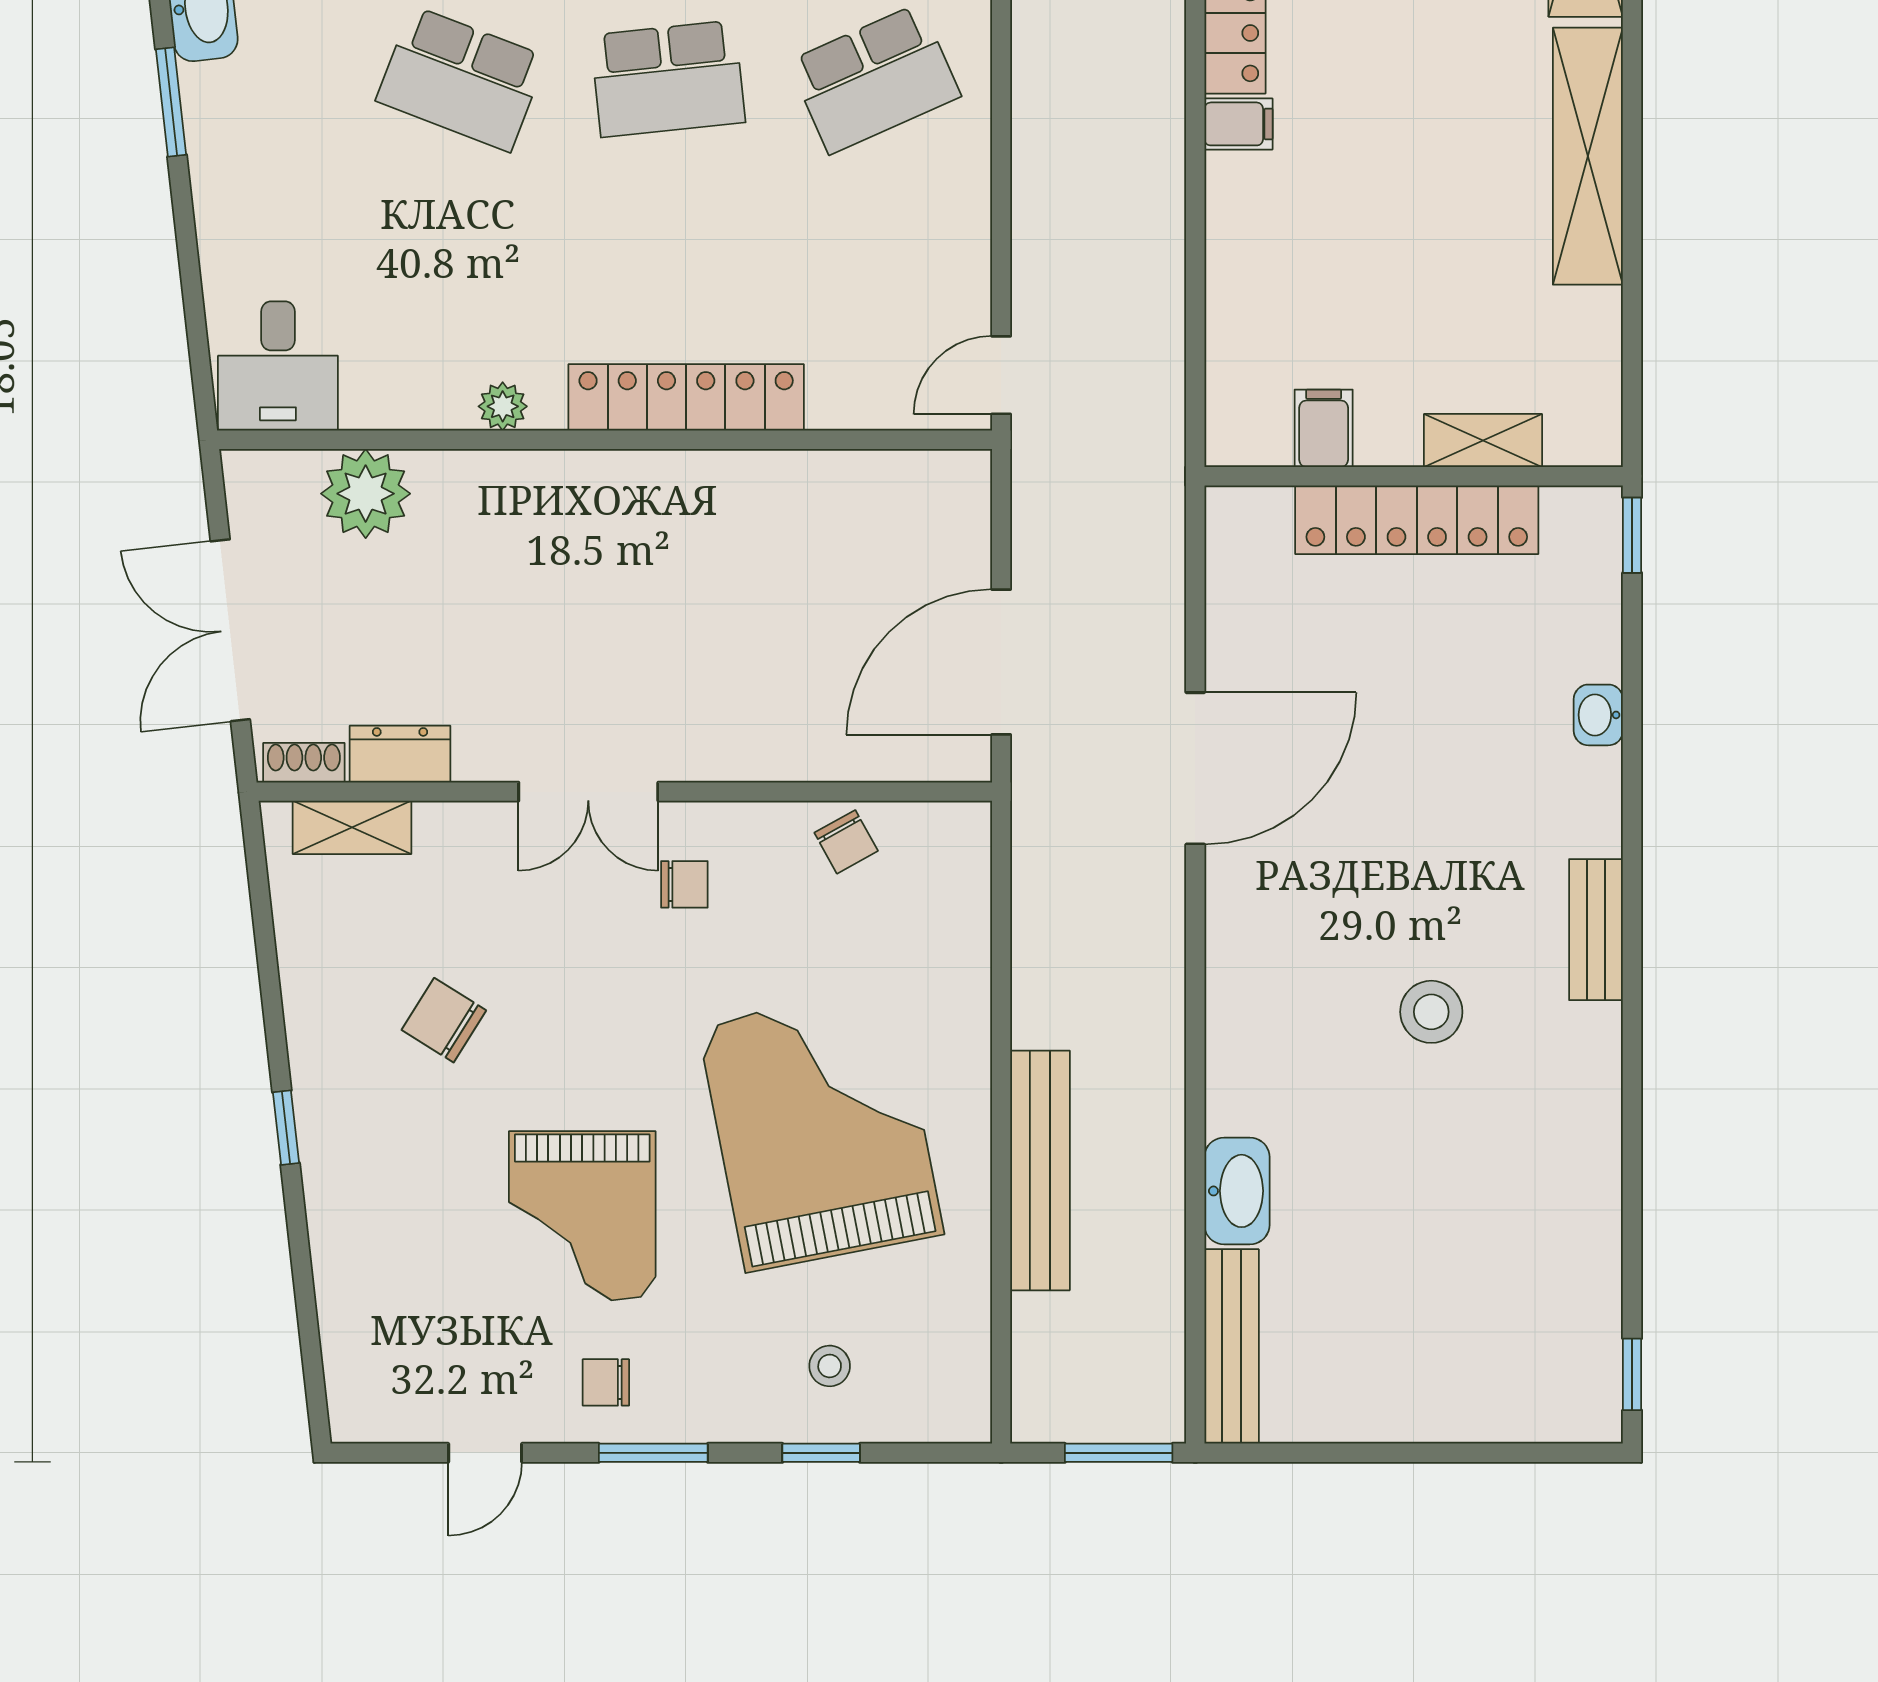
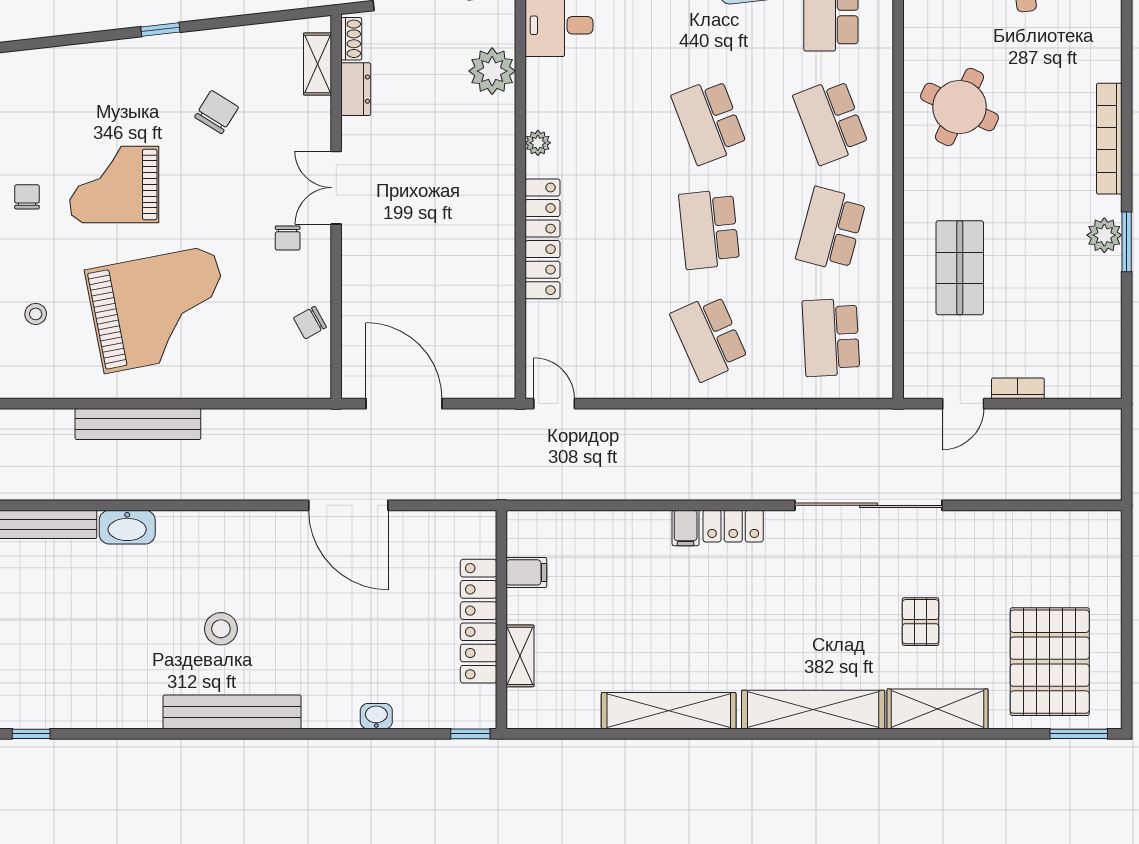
school desk: (461, 79) -> (709, 121), turned -42
bench: (1596, 930) -> (232, 712), width x1.86, depth x1.21

